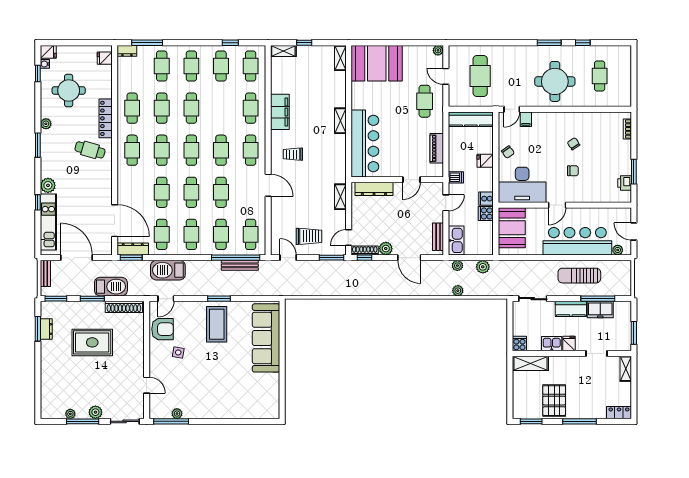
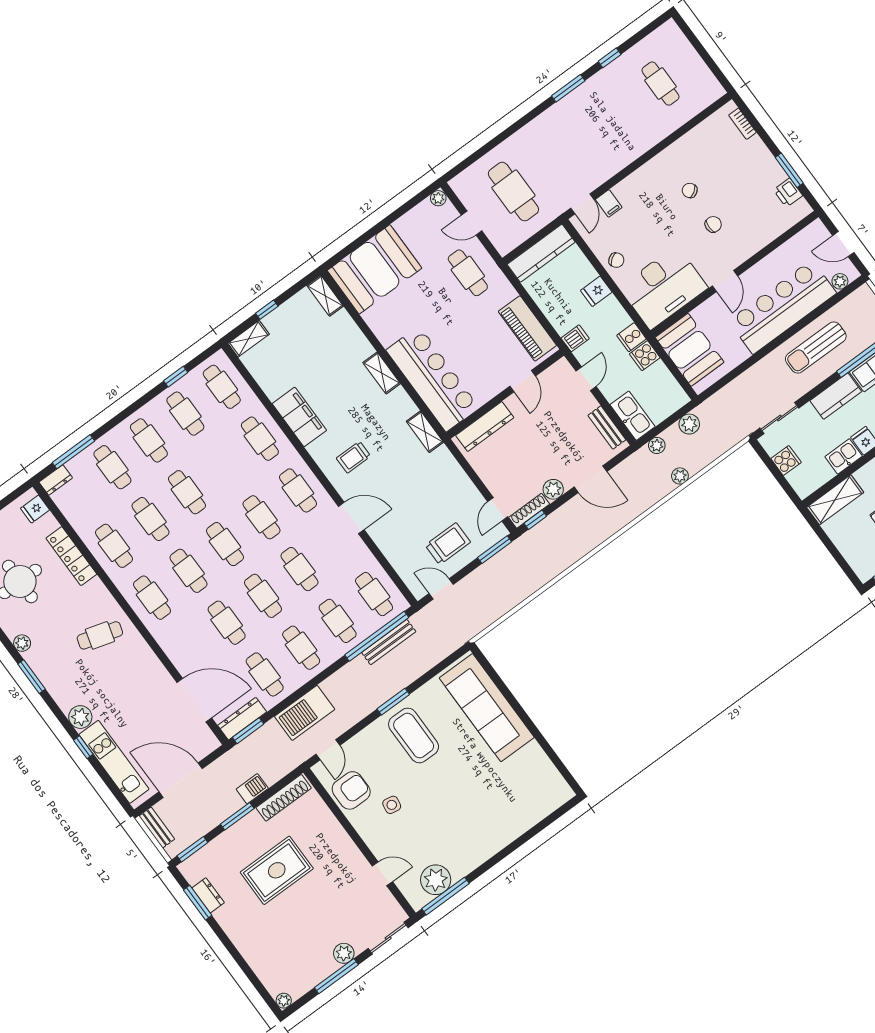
round table: (555, 81) -> (610, 131), removed
locker: (106, 118) -> (71, 556), moved
piano: (437, 148) -> (527, 328), width x1.37, depth x1.33
shelving: (340, 197) -> (425, 432), moved
barbecue: (111, 287) -> (252, 789), width x0.53, depth x0.65
cooker: (519, 344) -> (786, 460), moved, turned 90
plant: (70, 414) -> (284, 1001), moved
plant: (177, 414) -> (436, 880), width x1.88, depth x1.88

